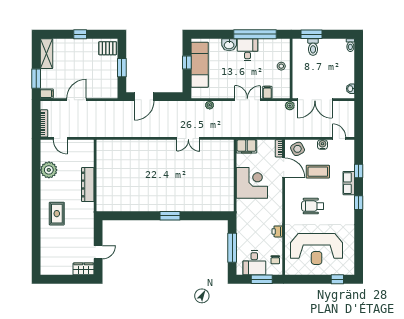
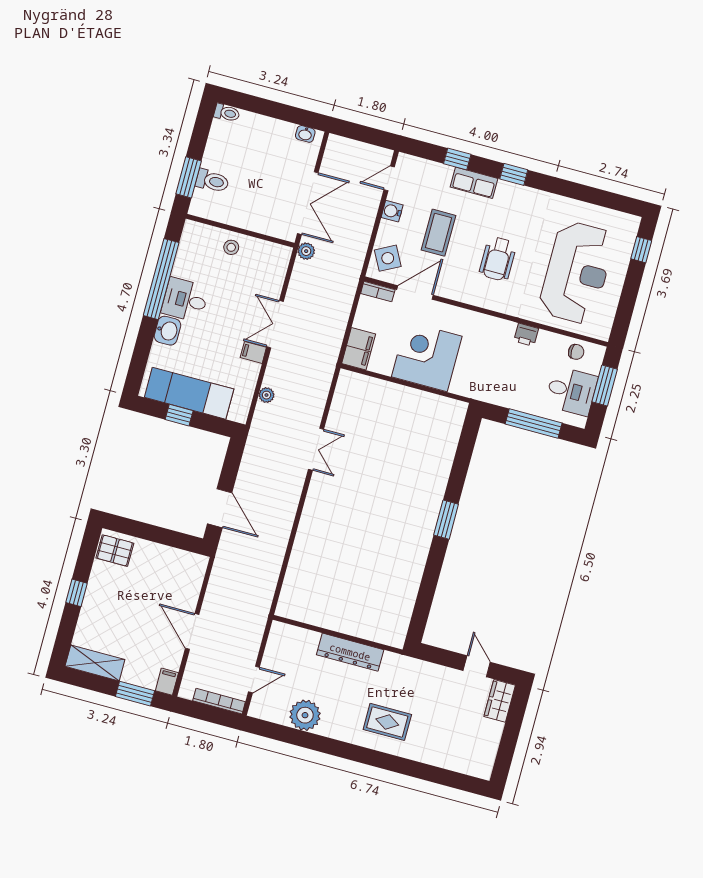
pallet: (108, 48) -> (115, 551), turned 90
window: (122, 68) -> (157, 534), removed
filing cabinet: (267, 92) -> (253, 352), moved

